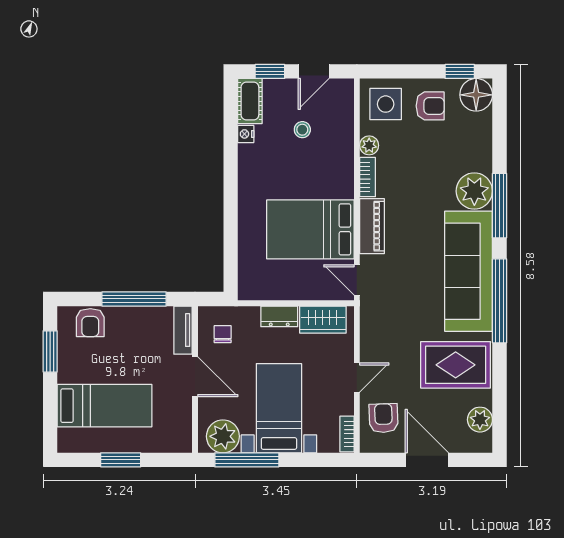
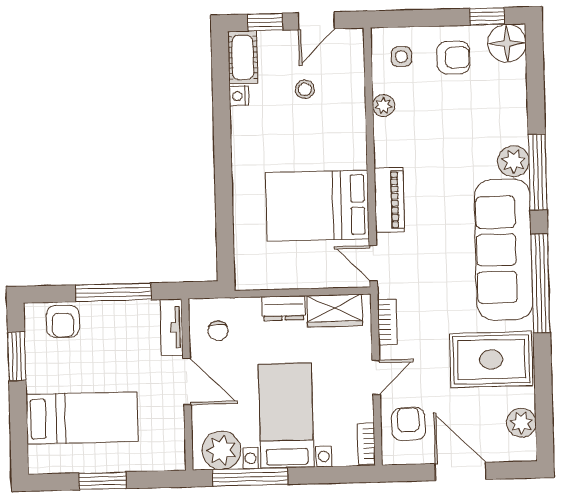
side table: (386, 104) -> (401, 57), width x0.54, depth x0.54
bookcase: (368, 177) -> (387, 322), moved
plant: (474, 191) -> (514, 161), width x0.73, depth x0.73
chair: (223, 334) -> (218, 331), turned 180

